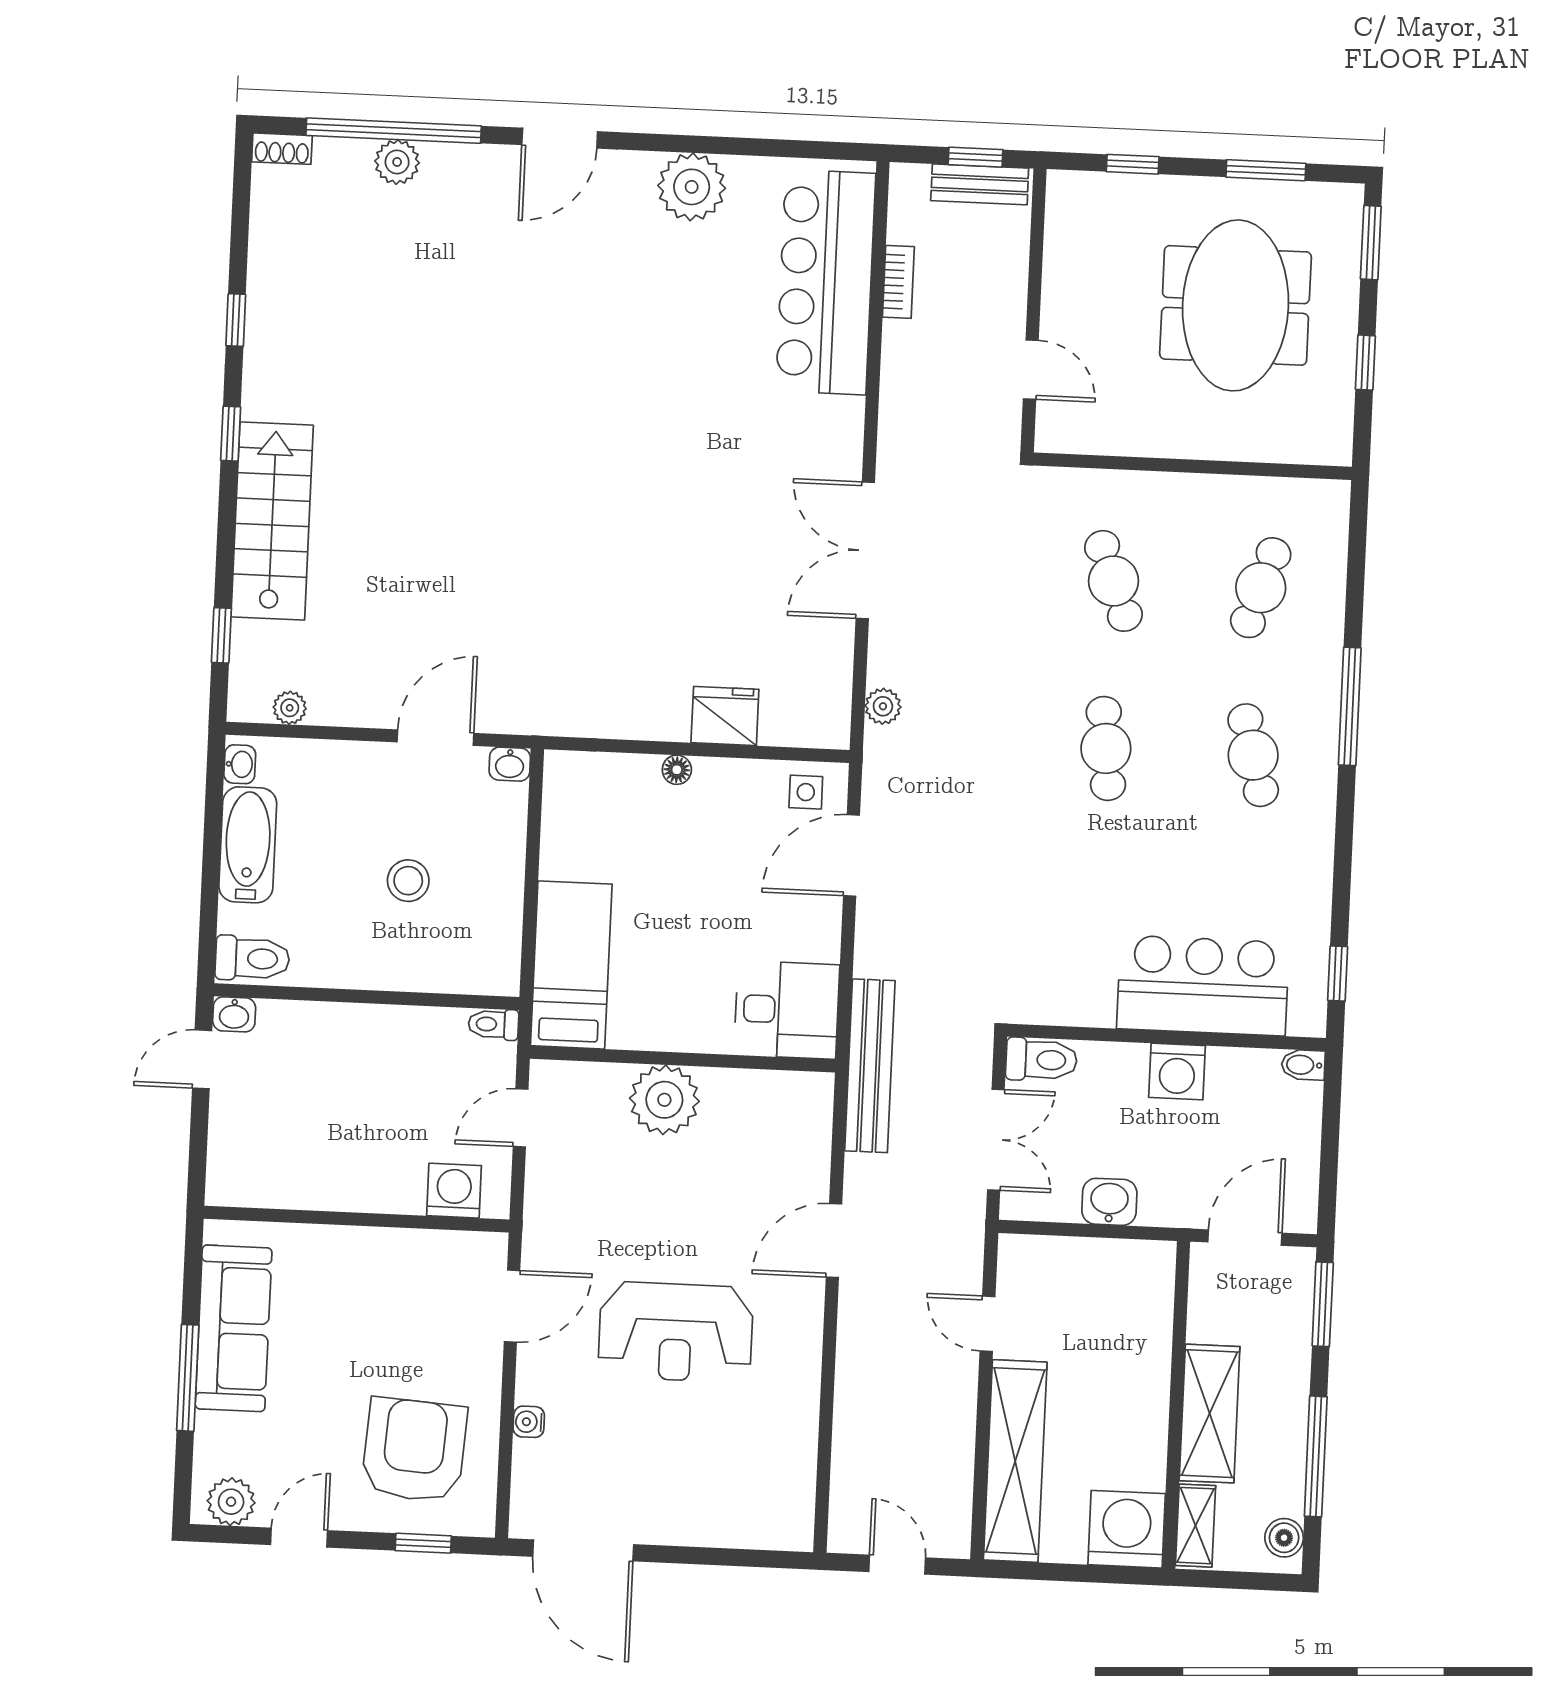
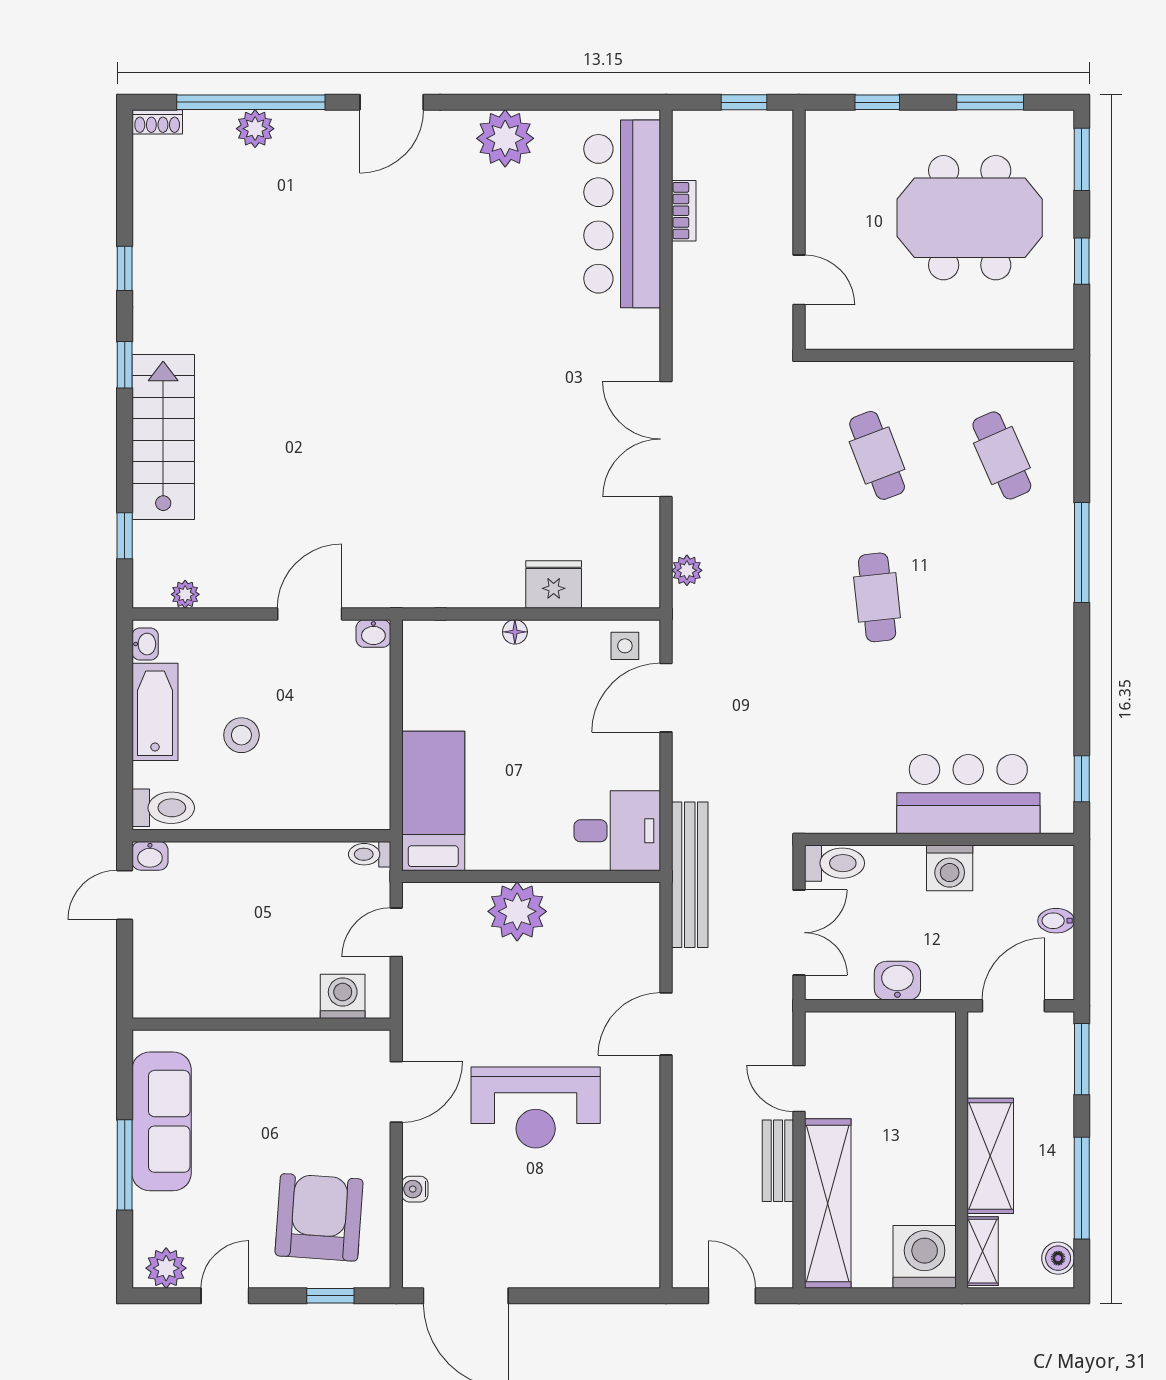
bench: (980, 184) -> (778, 1161), moved, turned 90
meeting table: (1236, 305) -> (970, 218), turned 90
cafe table: (1261, 588) -> (1002, 455), turned -42
cafe table: (1253, 755) -> (1002, 597), removed
stool: (408, 881) -> (241, 735), moved
bidet: (1303, 1065) -> (1056, 921), moved

